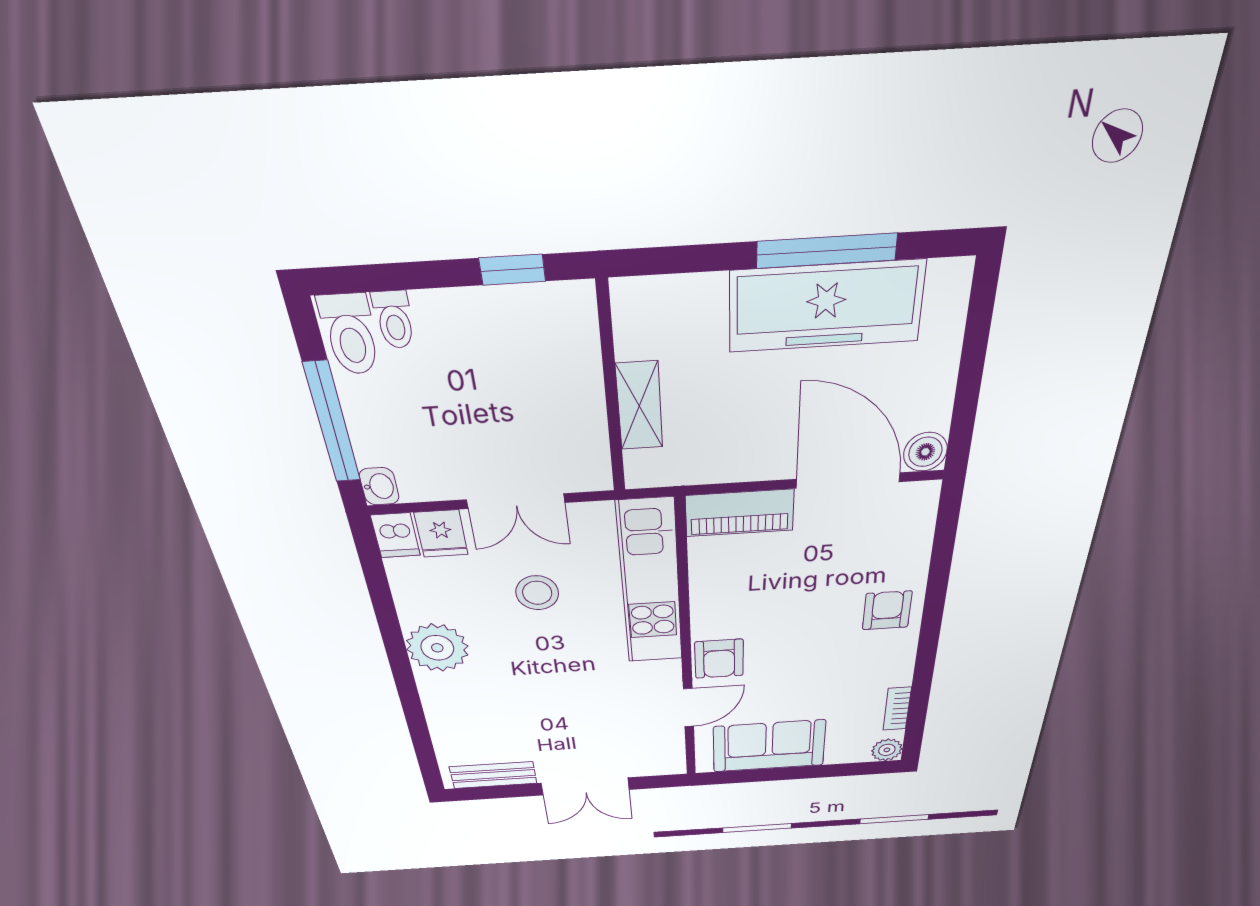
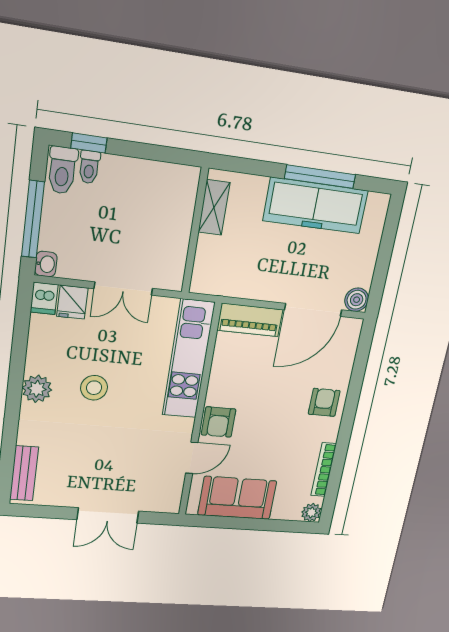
window: (512, 270) -> (89, 143), moved
shelving: (639, 406) -> (214, 207), moved
door: (848, 480) -> (313, 310), swing flipped
stool: (537, 593) -> (94, 388), moved
plant: (437, 648) -> (37, 389), width x0.73, depth x0.73
bookcase: (897, 709) -> (324, 470), width x1.56
bench: (493, 775) -> (24, 473), moved, turned 90

